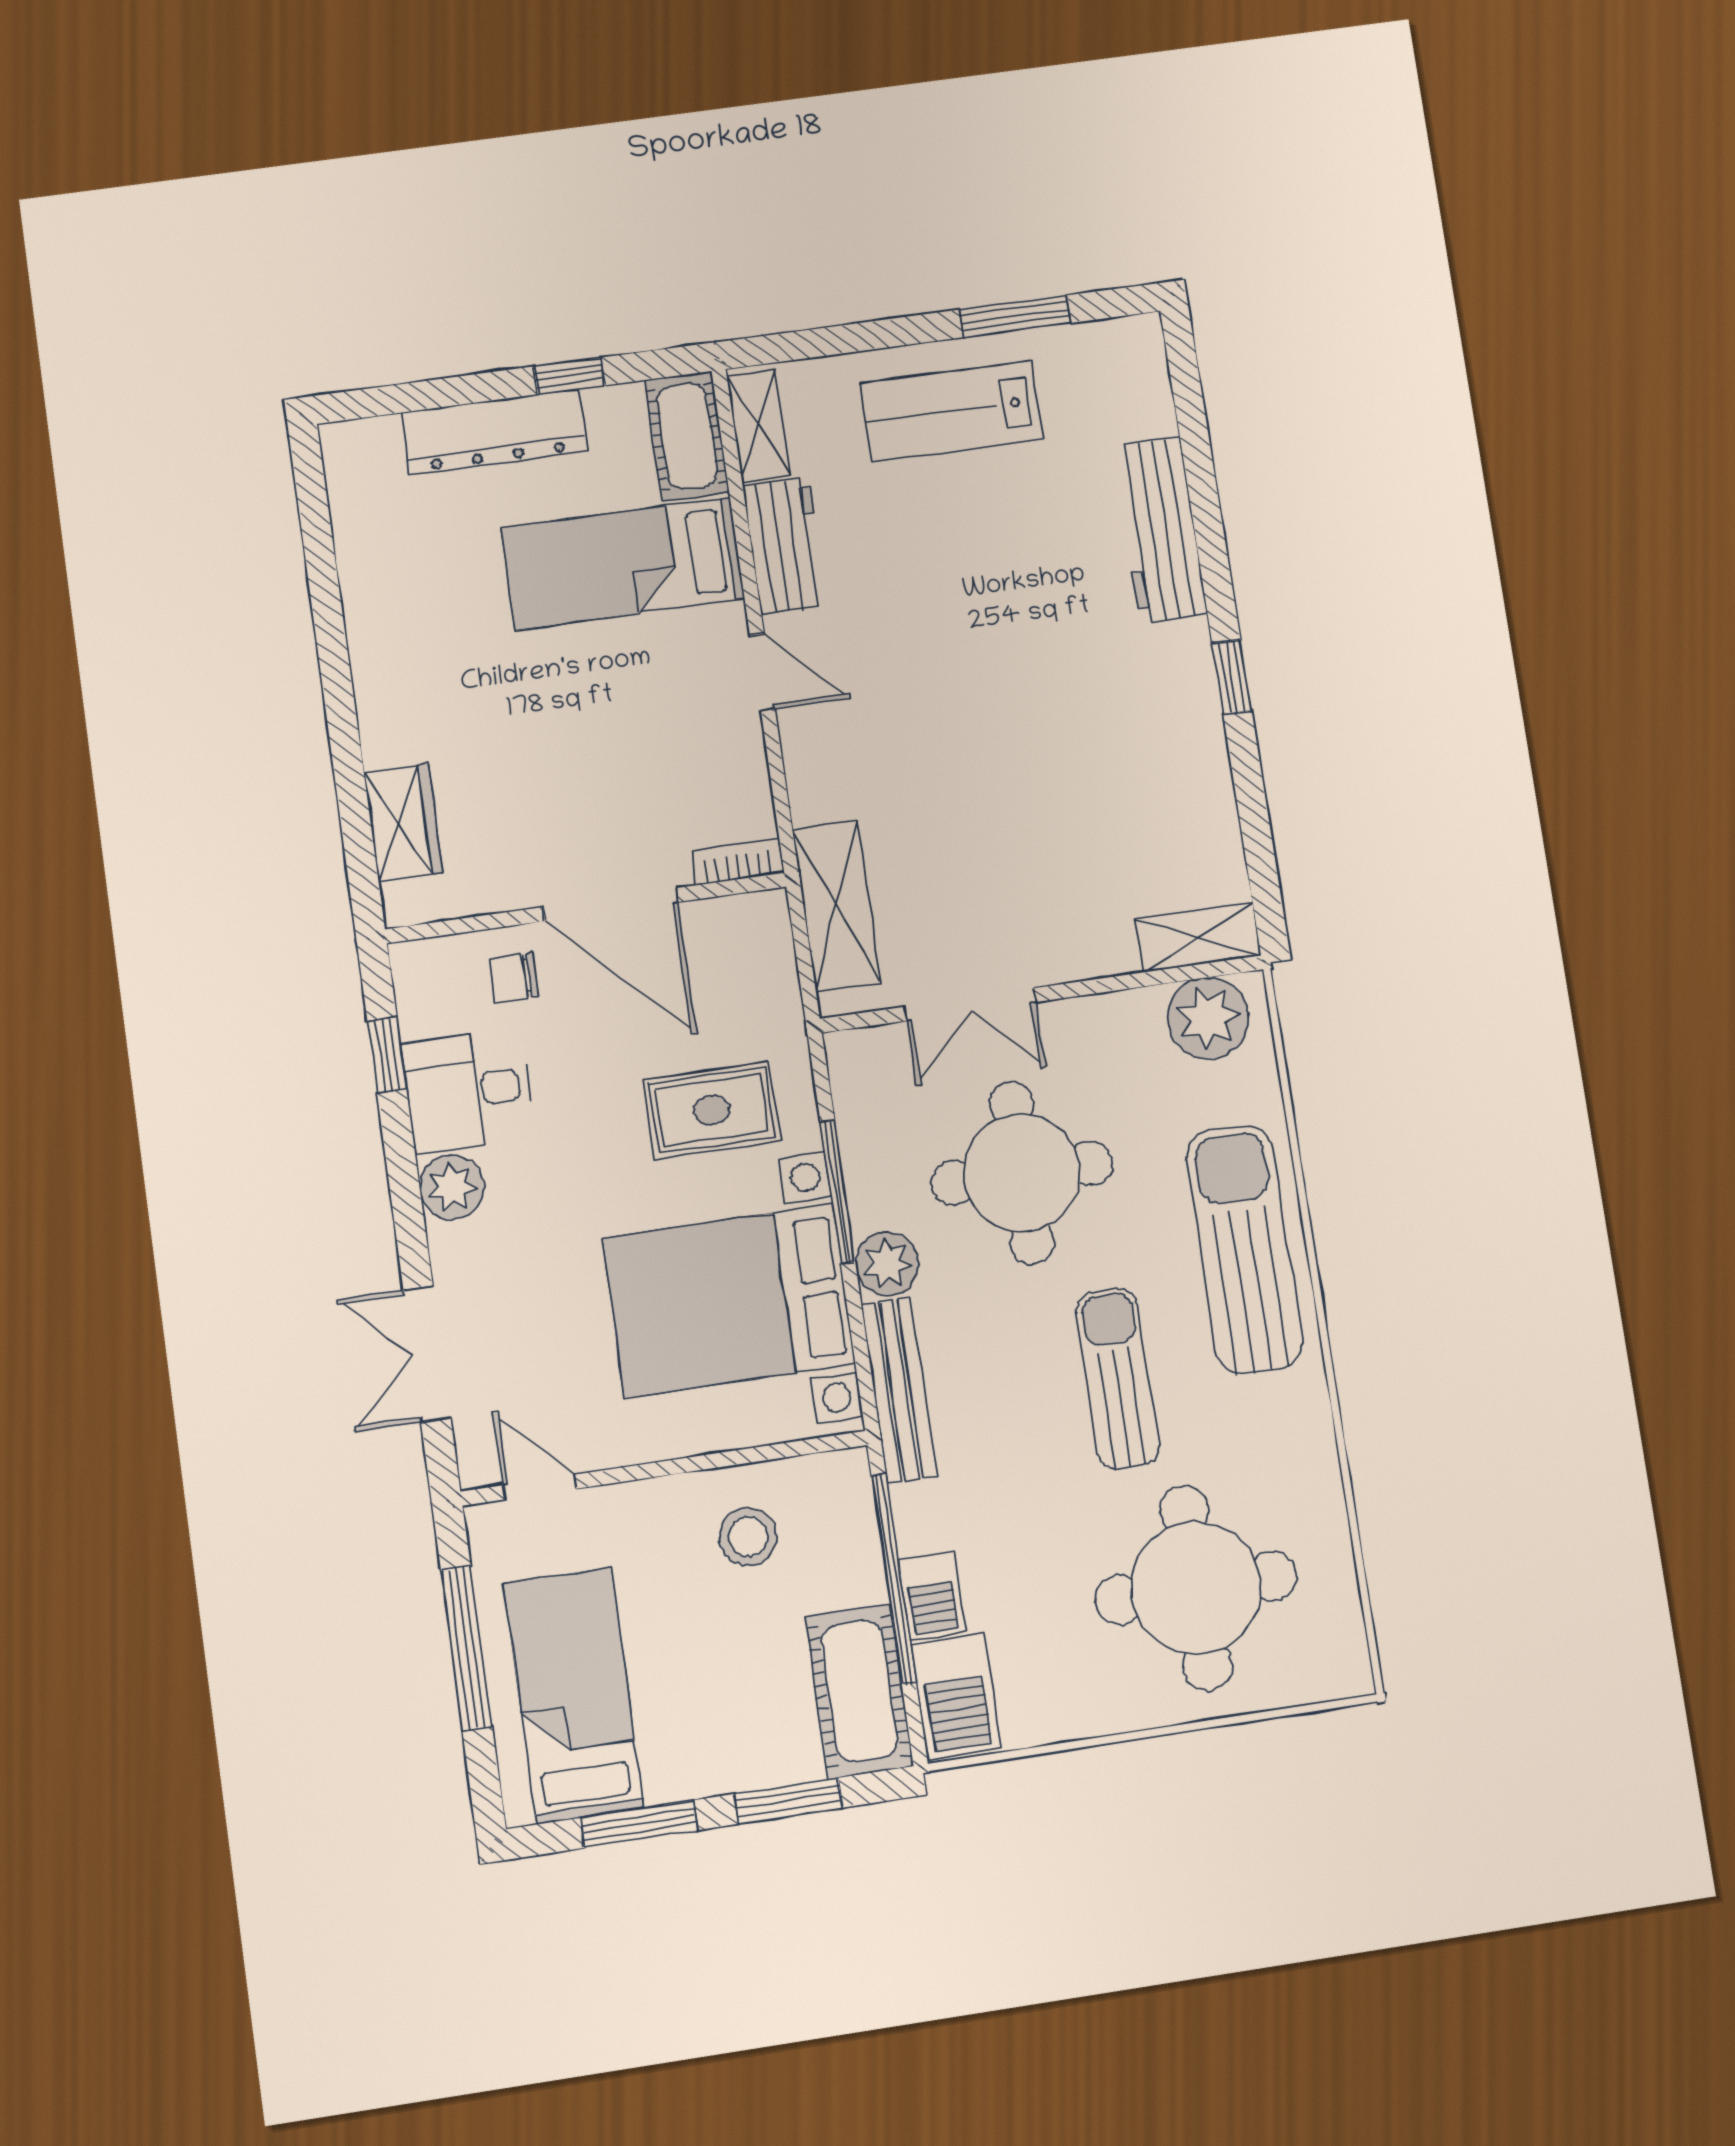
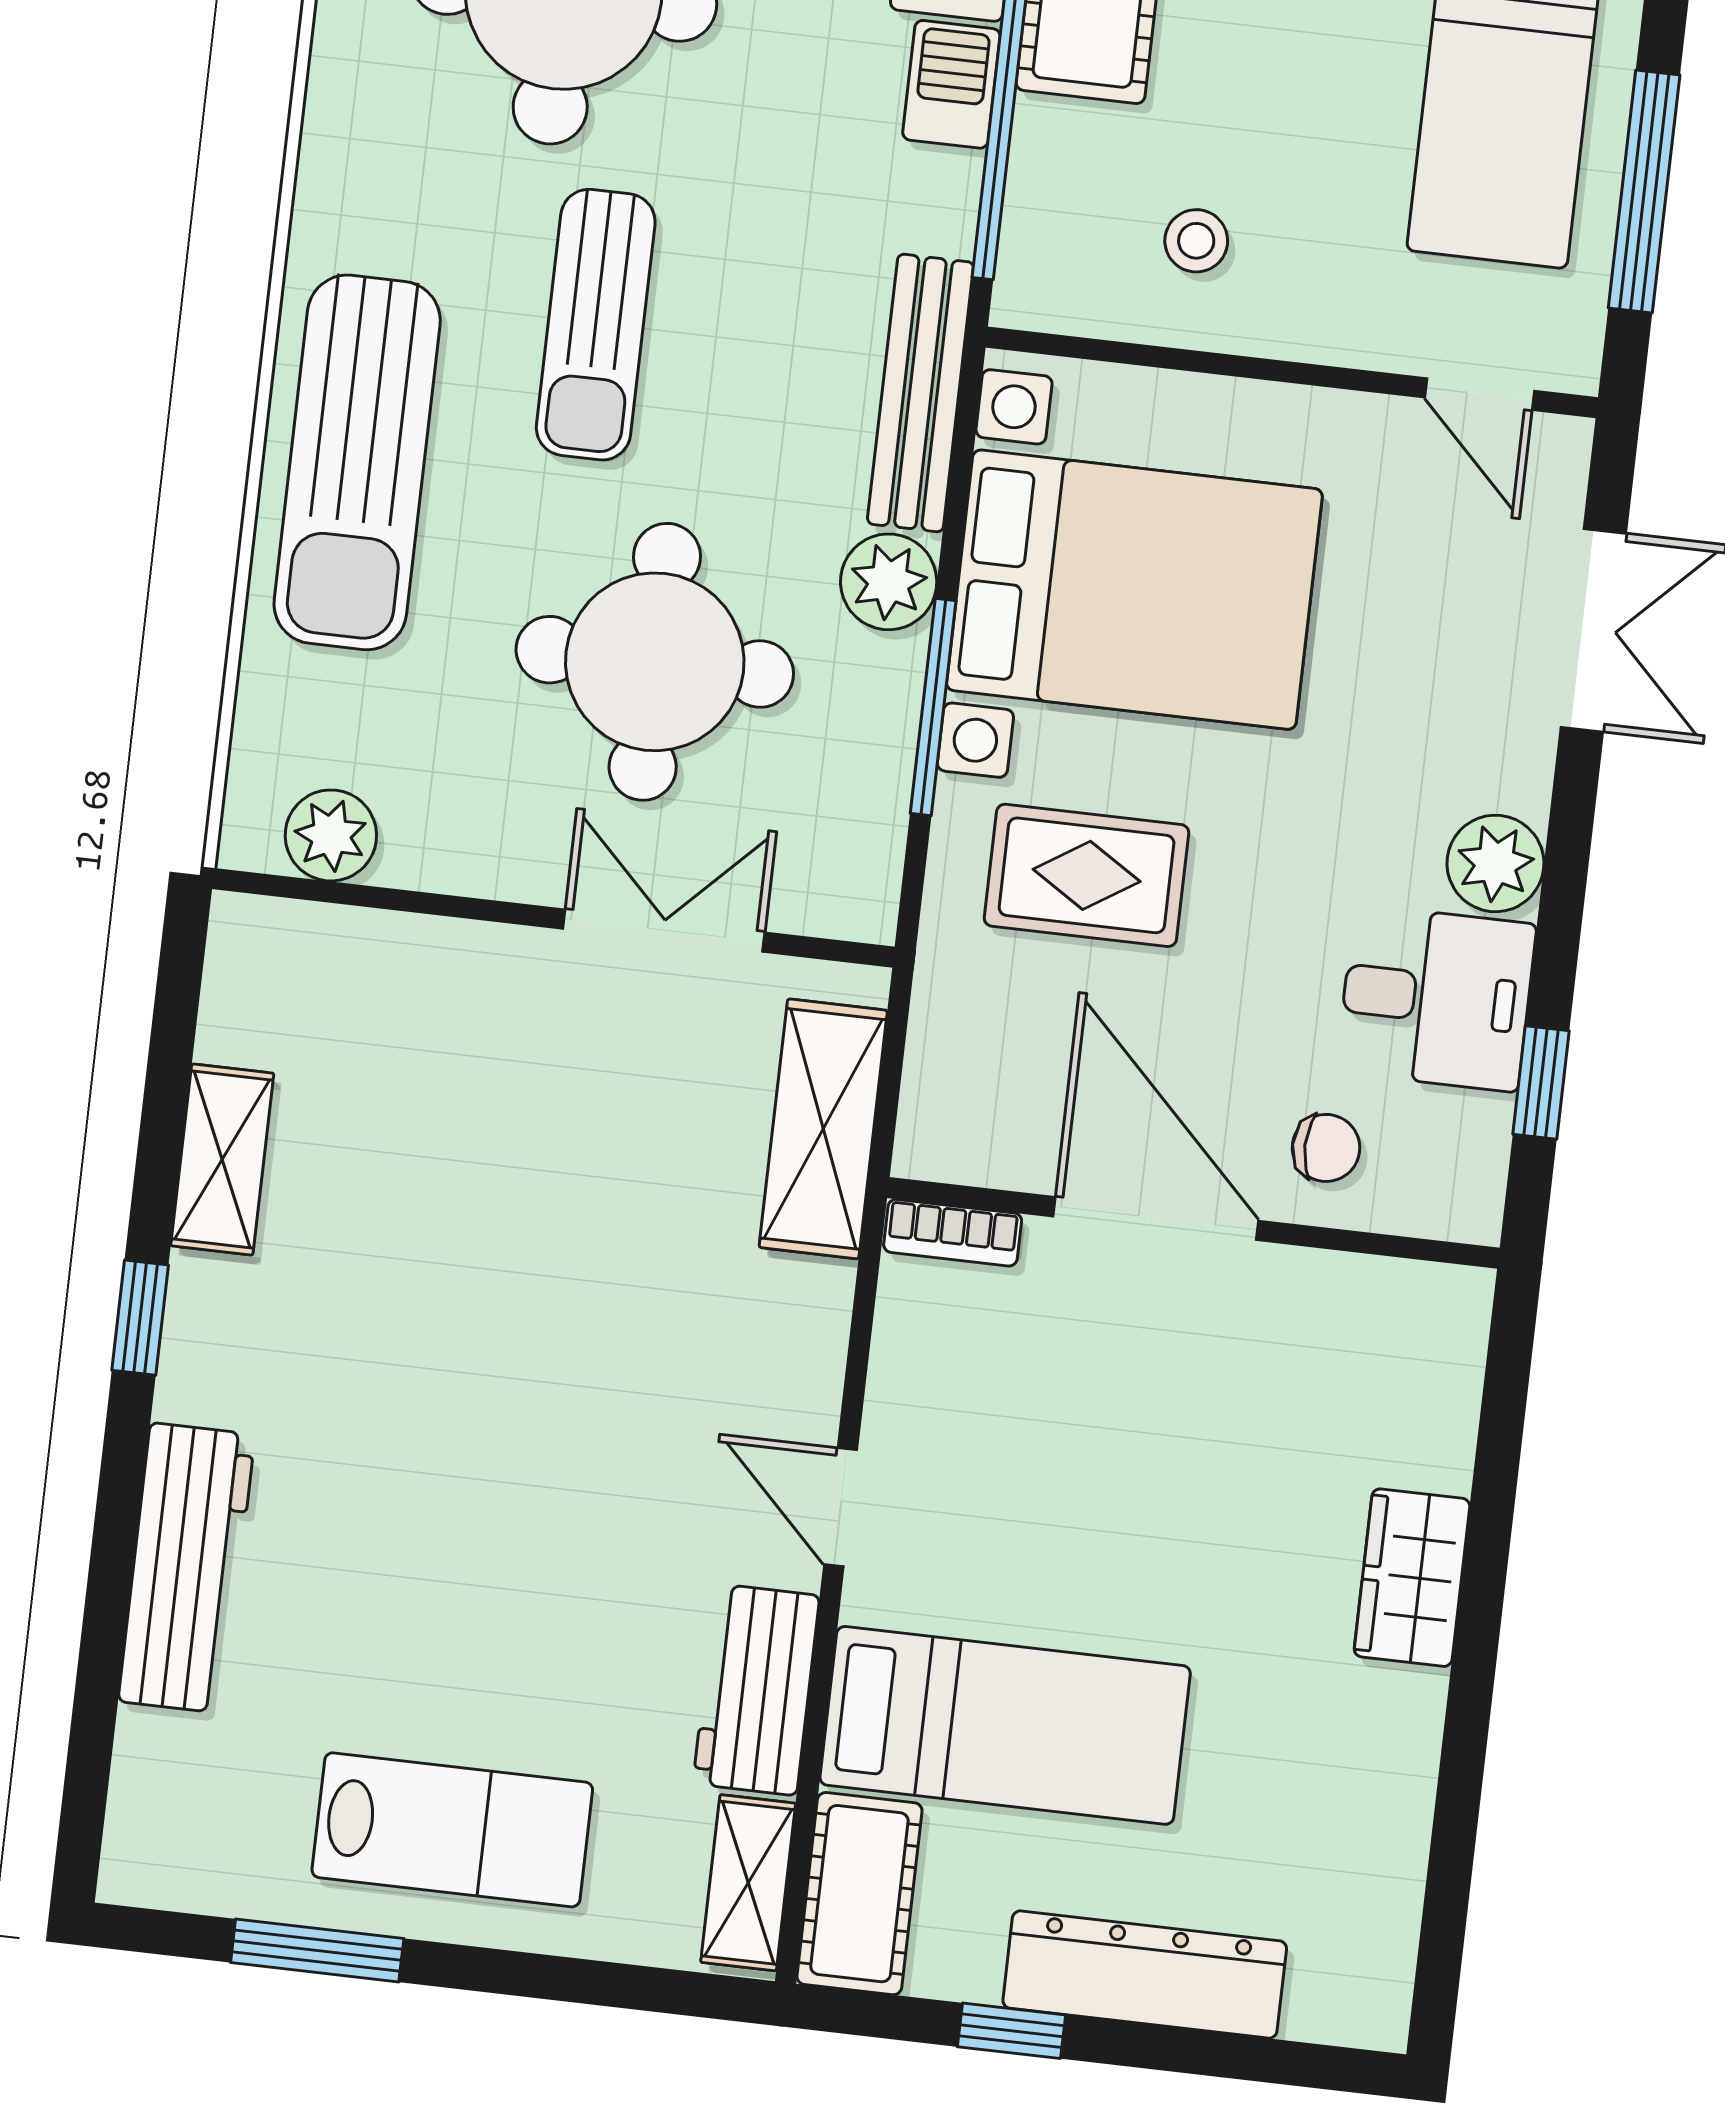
wardrobe: (403, 823) -> (1412, 1578), moved
shelving: (1198, 937) -> (222, 1159), moved, turned 90
plant: (1208, 1018) -> (331, 835), width x0.73, depth x0.73
stool: (748, 1537) -> (1196, 241), width x0.73, depth x0.73

